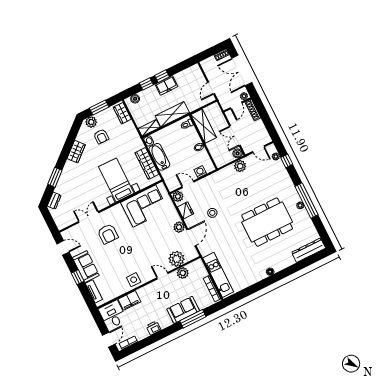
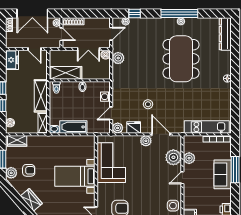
freezer: (166, 85) -> (12, 60), moved
wardrobe: (147, 164) -> (74, 141), removed

